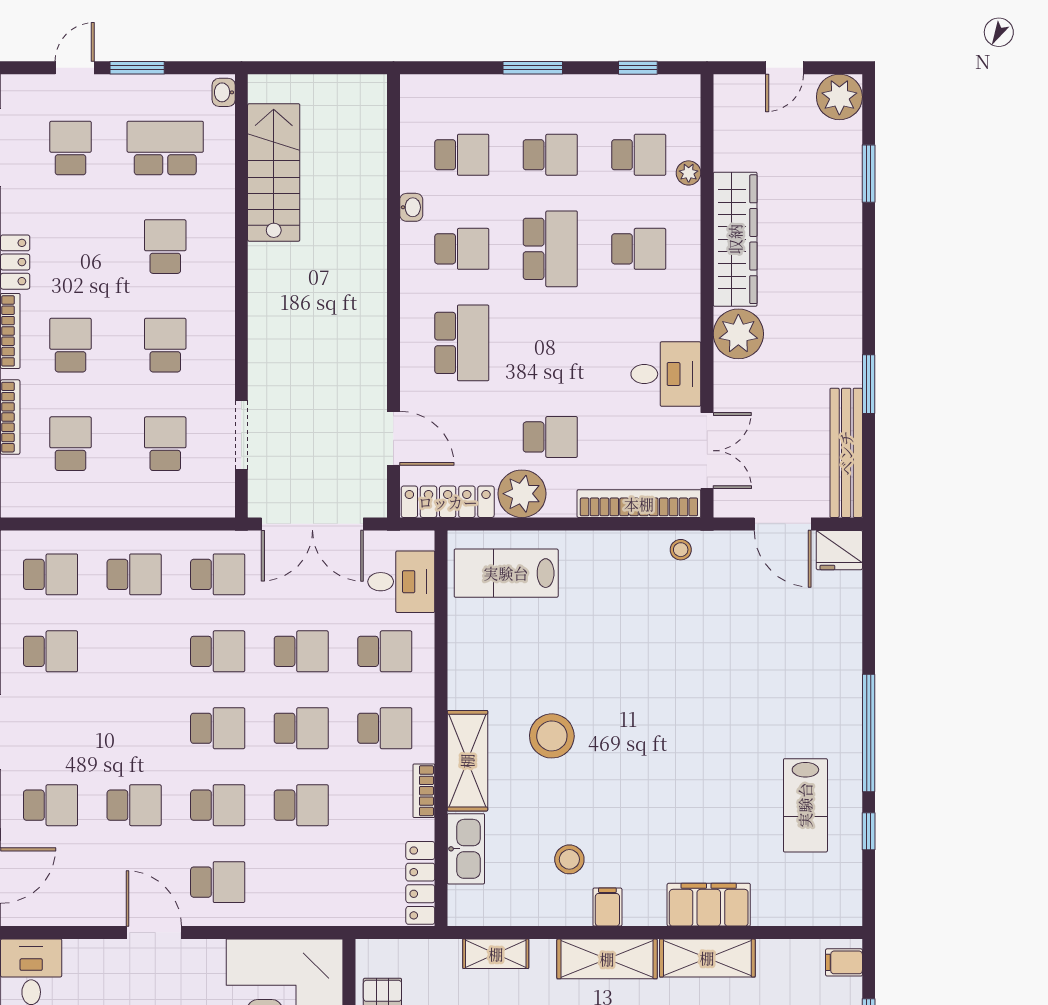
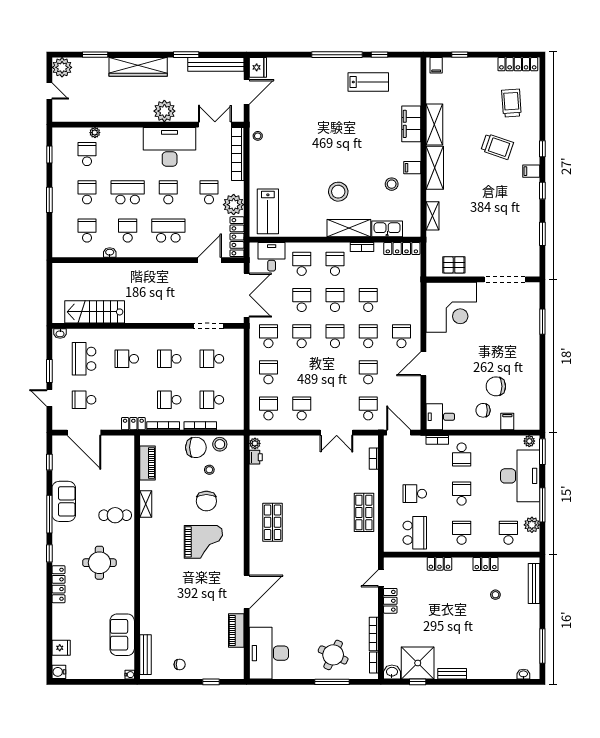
wardrobe: (735, 239) -> (138, 67), moved, turned 180
school desk: (639, 249) -> (168, 192), moved
desk: (666, 374) -> (170, 147), width x1.87, depth x1.30

